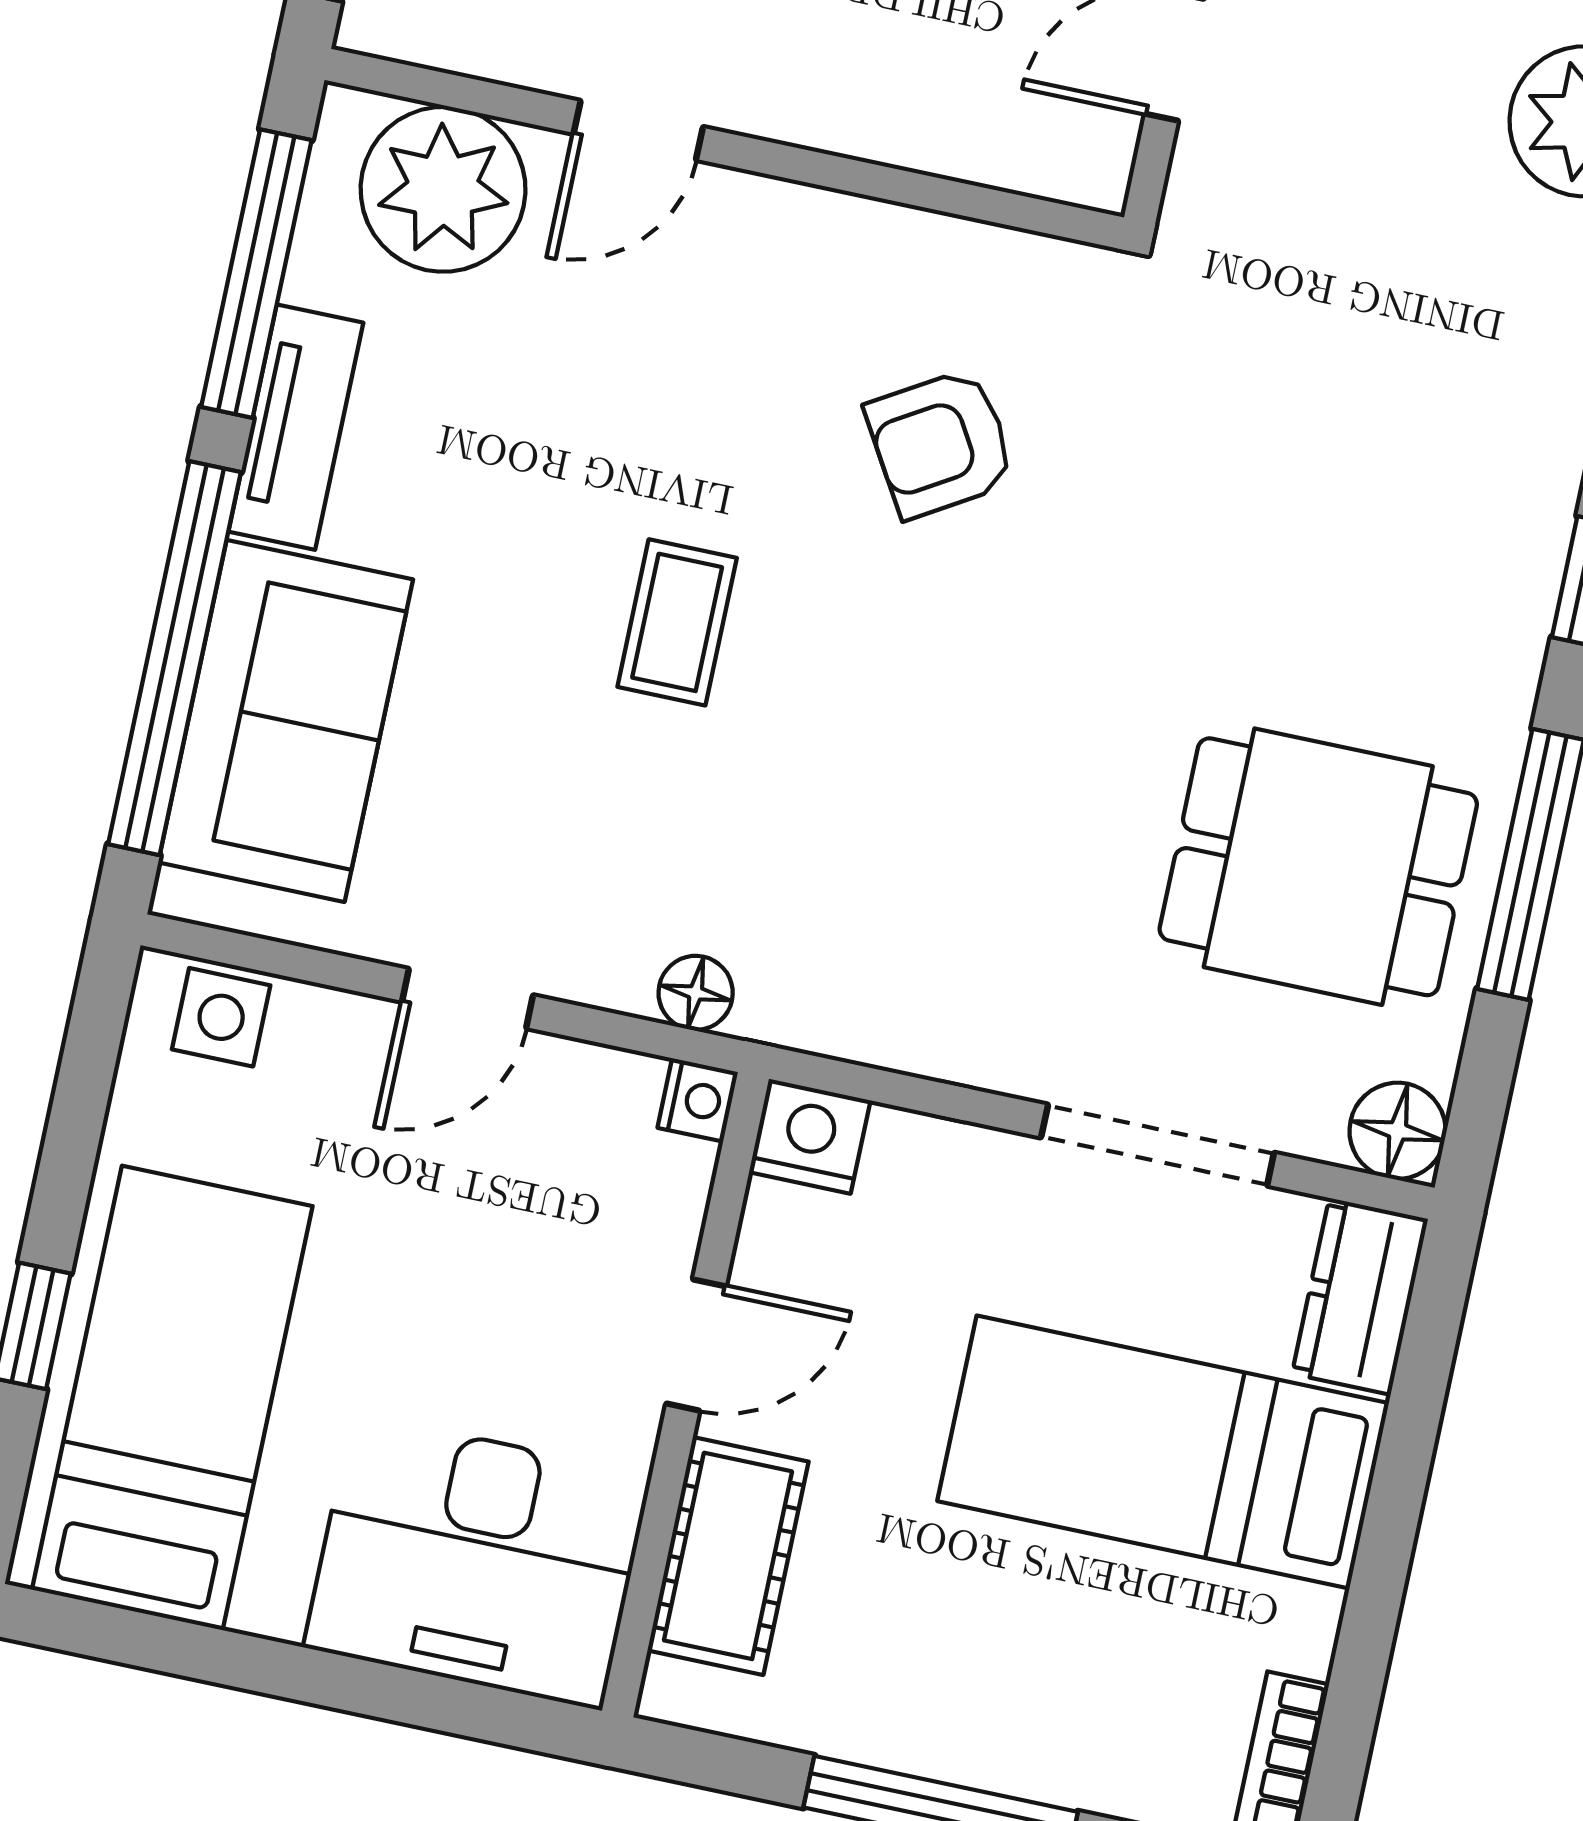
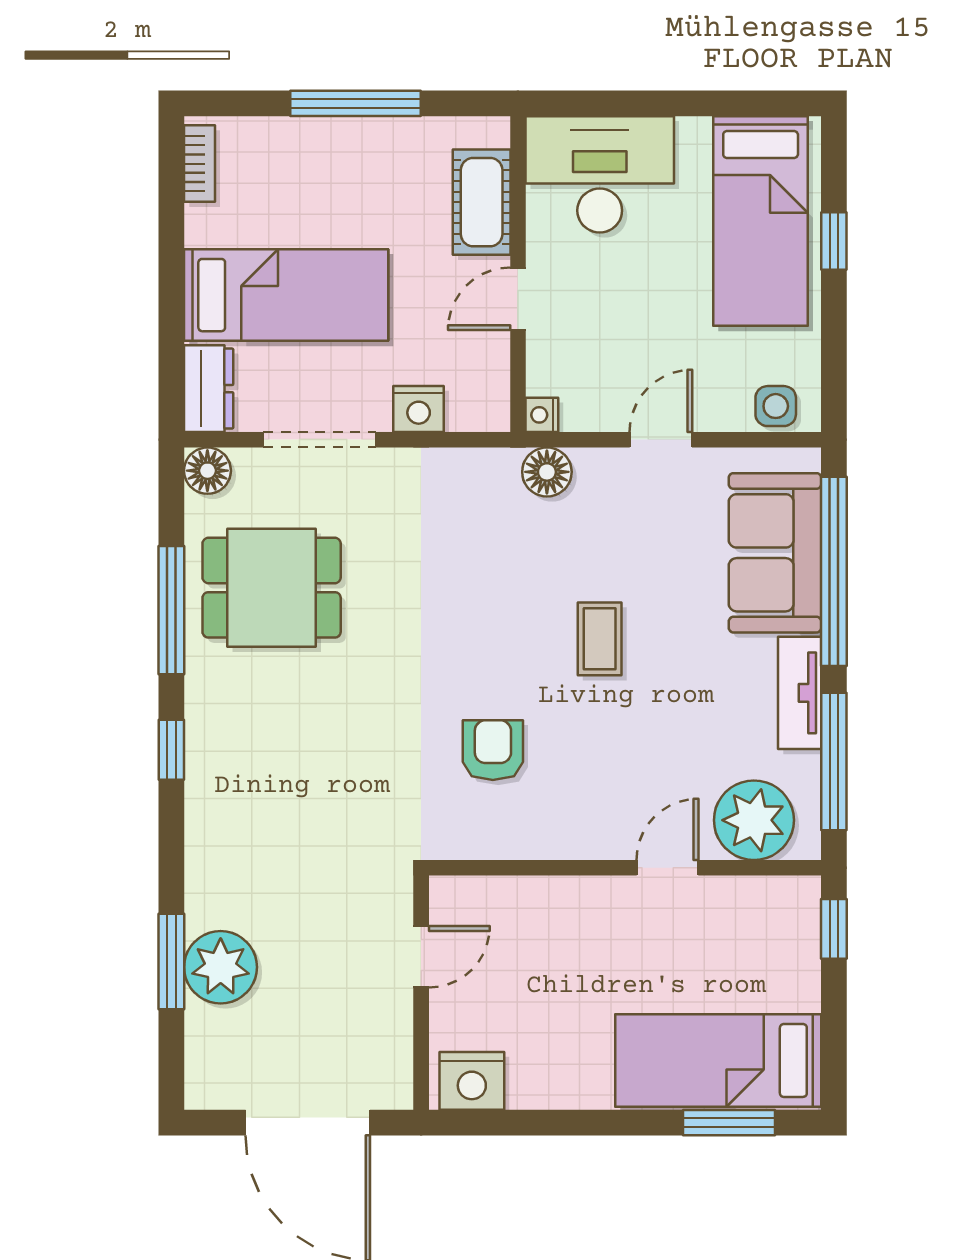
armchair: (941, 443) -> (493, 750), turned -59
floor lamp: (696, 993) -> (547, 472), width x1.37, depth x1.37
nightstand: (810, 1136) -> (419, 409), moved

